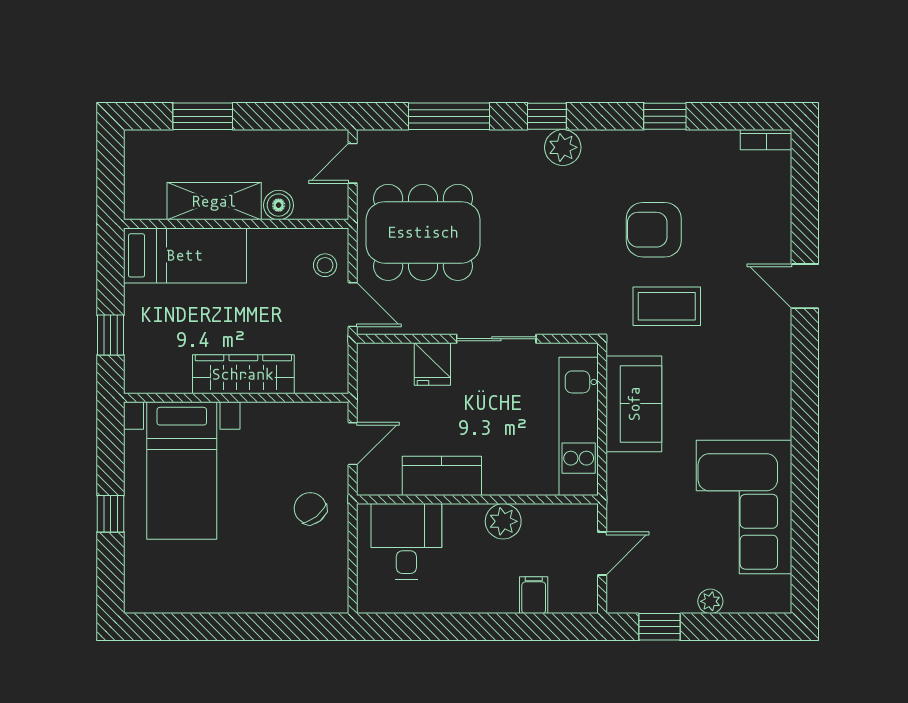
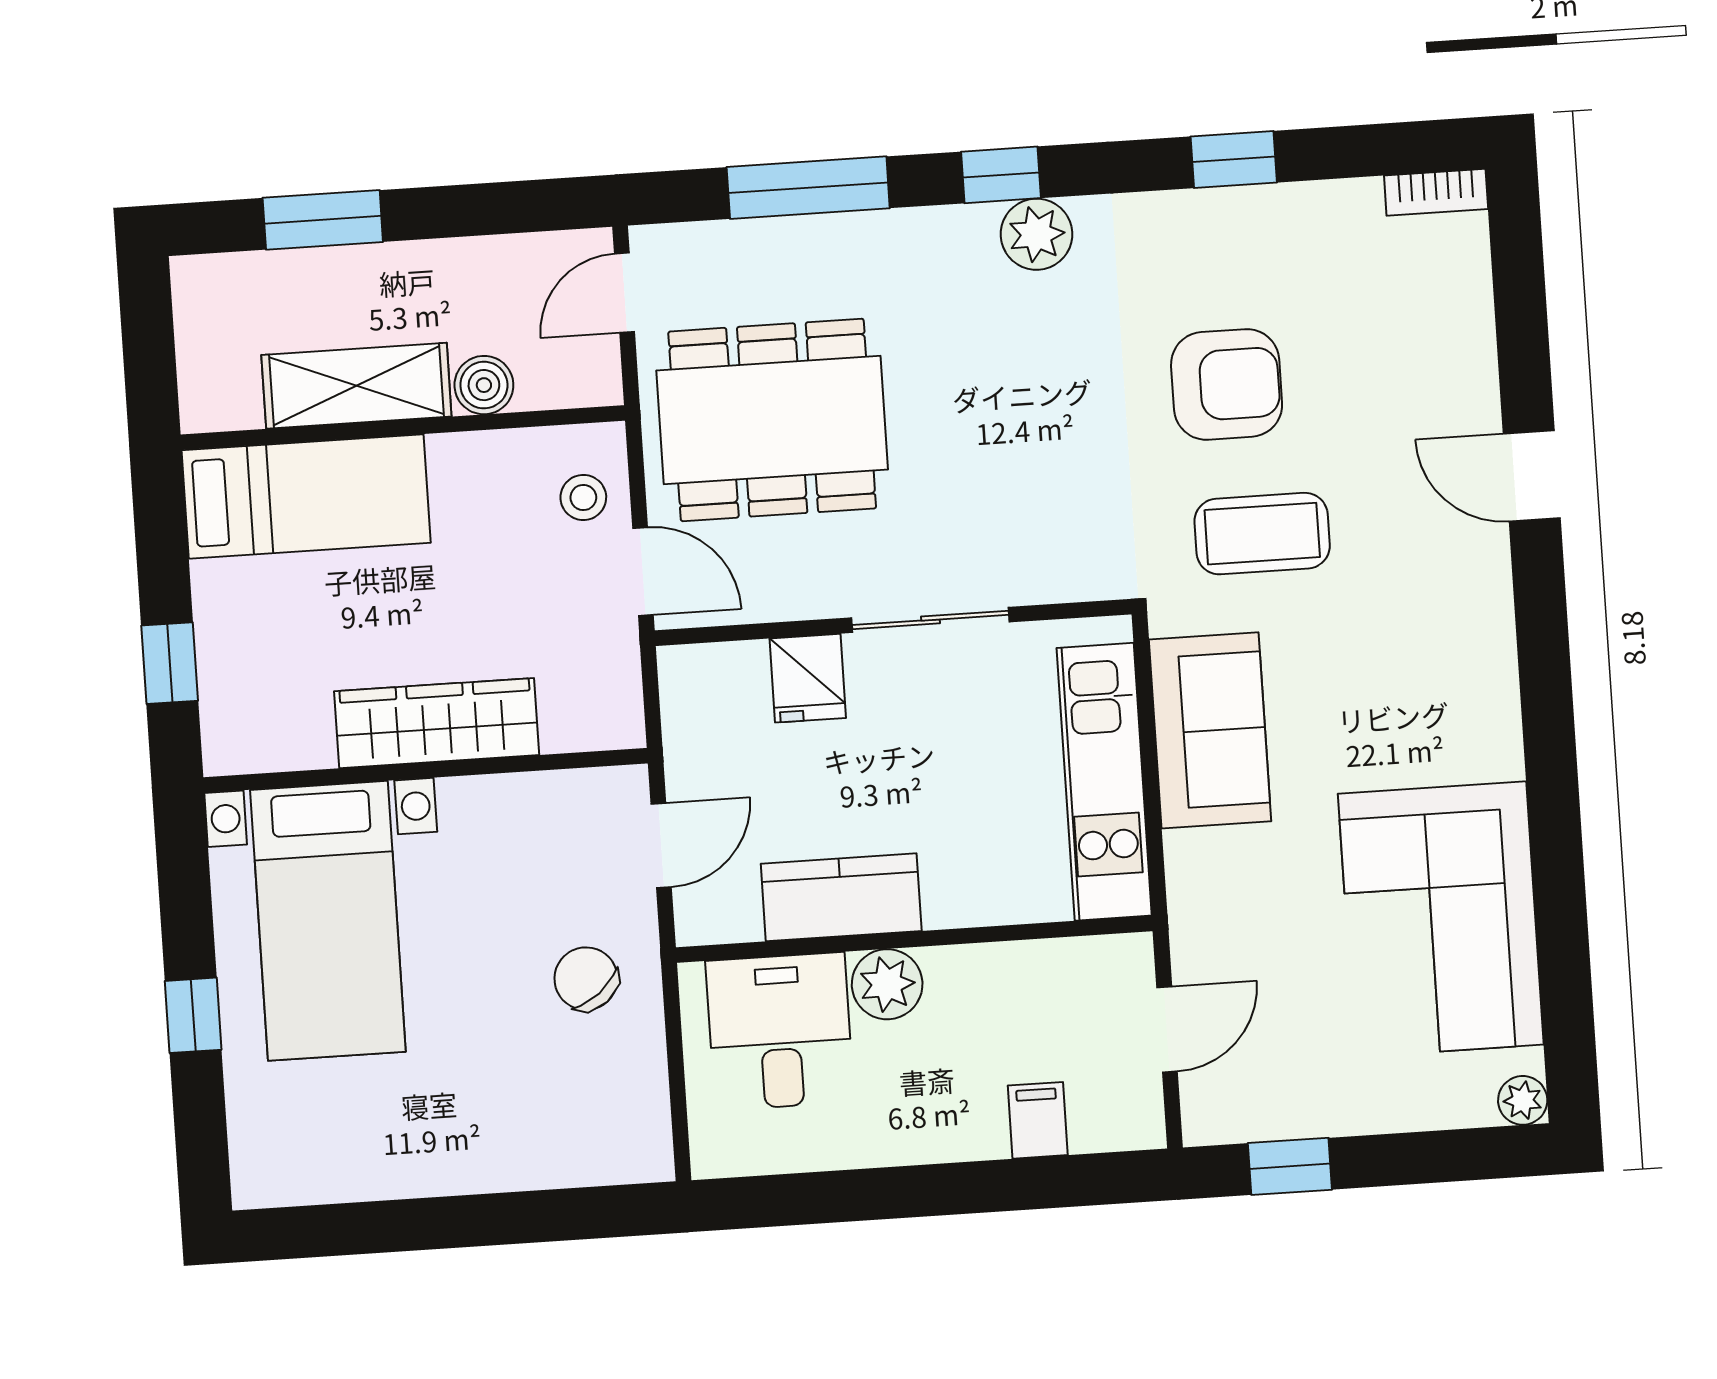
armchair: (654, 230) -> (1227, 384), turned 180
plant: (503, 521) -> (887, 984), moved
plant: (710, 601) -> (1523, 1100), moved

